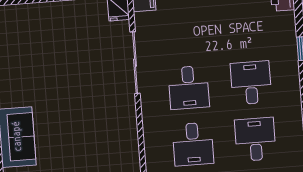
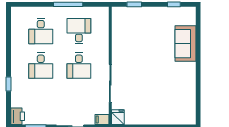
desk: (189, 88) -> (79, 66), turned 180

